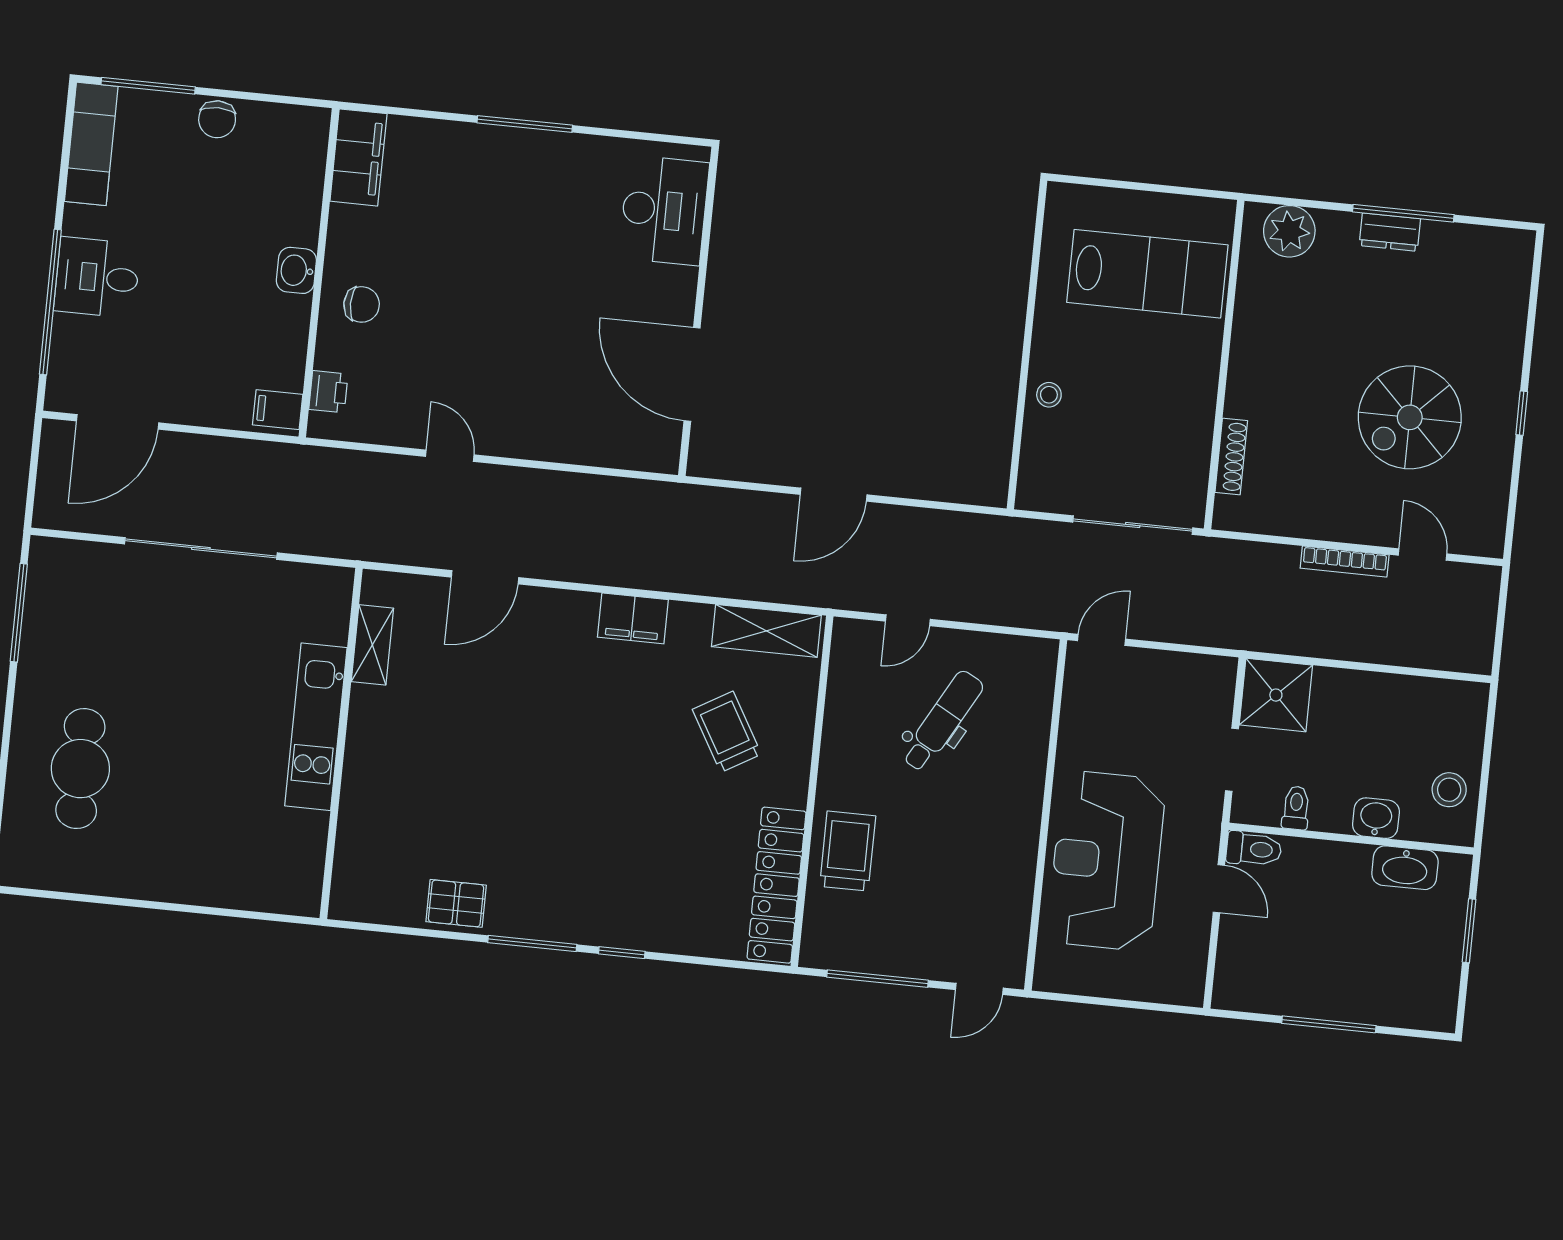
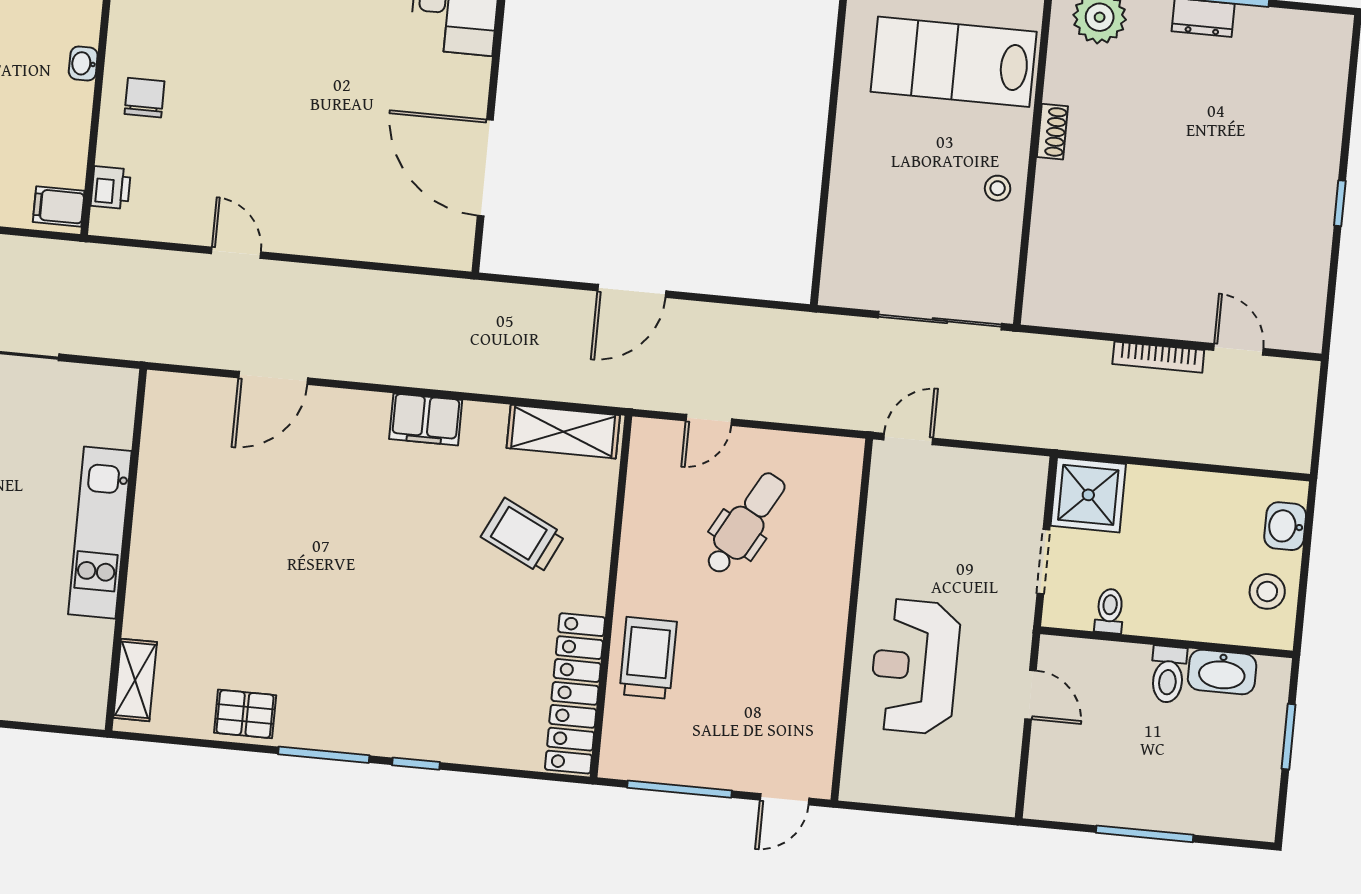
washbasin: (296, 270) -> (83, 63), width x0.72, depth x0.69
lab bench: (1147, 274) -> (954, 62), turned 180
chair: (362, 304) -> (145, 98), turned -90
stool: (1049, 395) -> (998, 188), moved
spiral stairs: (1410, 417) -> (1225, 208), removed
shoe rack: (1231, 457) -> (1052, 132), moved, width x0.70
shelving: (372, 645) -> (135, 680), moved
trolley: (727, 732) -> (523, 536), turned -34
washbasin: (1376, 818) -> (1285, 526), moved, turned -90
toilet: (1254, 849) -> (1168, 674), moved, turned 90
reception desk: (1106, 861) -> (915, 666), width x0.74, depth x0.77

